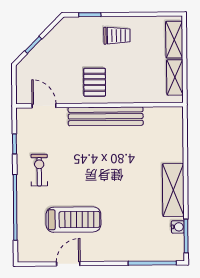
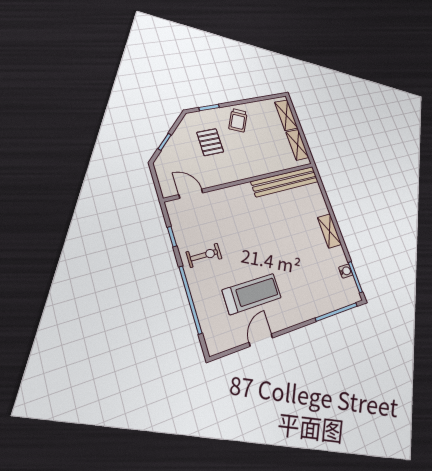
trolley: (117, 36) -> (238, 120), turned 116
pallet: (95, 82) -> (210, 142), moved
bench: (106, 116) -> (285, 182), moved
exercise bike: (39, 170) -> (204, 255), turned 90
shelving: (173, 190) -> (329, 231), width x0.67, depth x0.75

